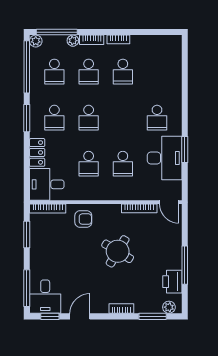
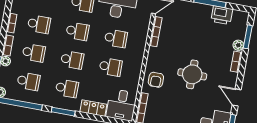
school desk: (123, 118) -> (77, 31), added
armchair: (83, 219) -> (156, 80), turned 180
round table: (118, 251) -> (192, 74), moved, turned -31
plant: (169, 307) -> (238, 45), moved

